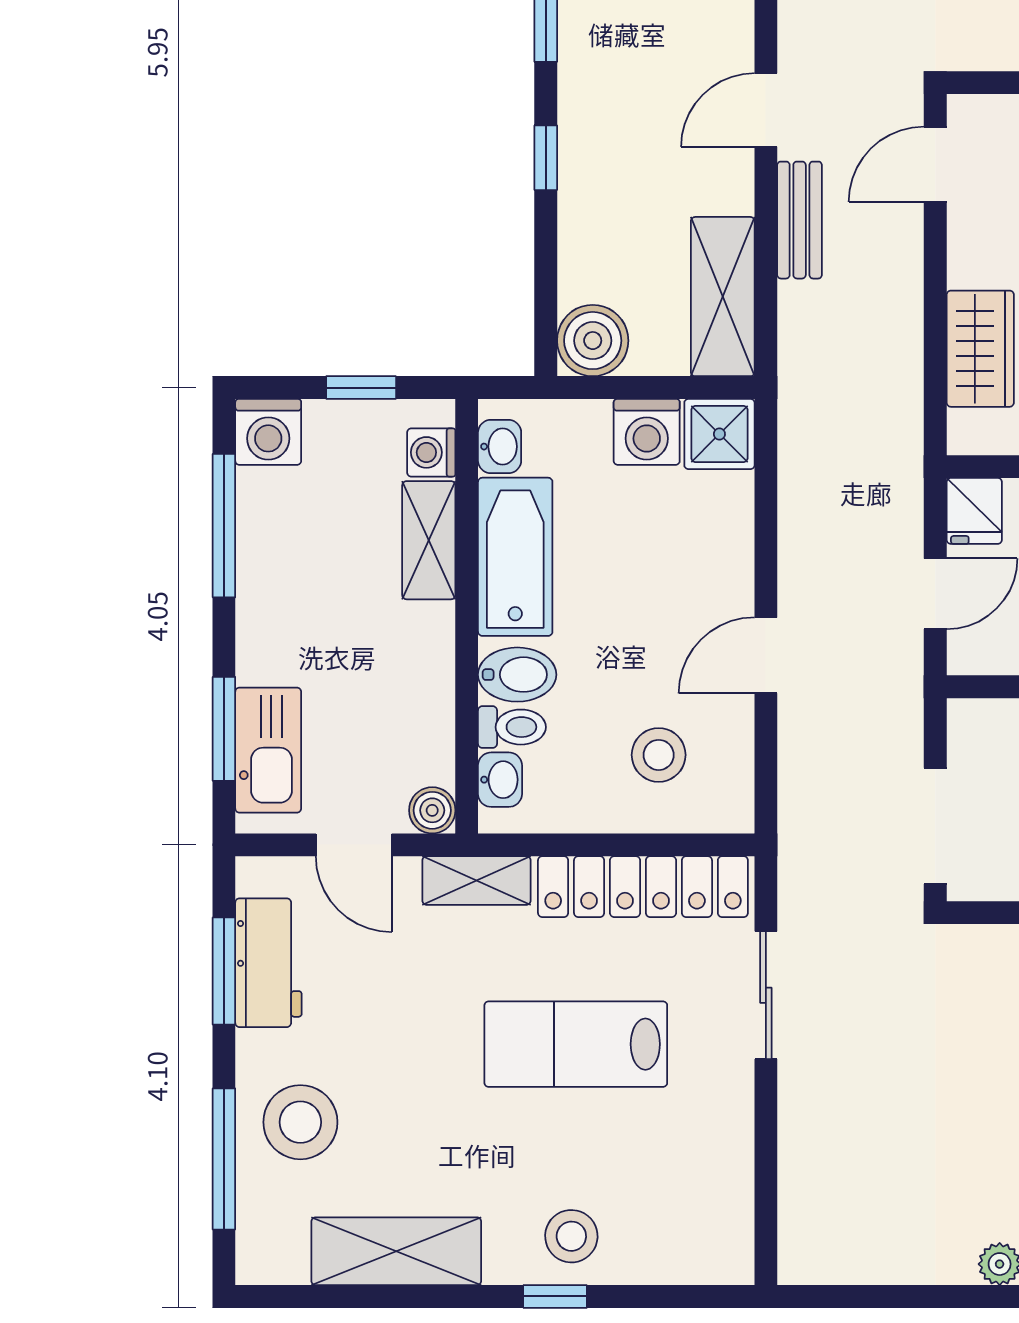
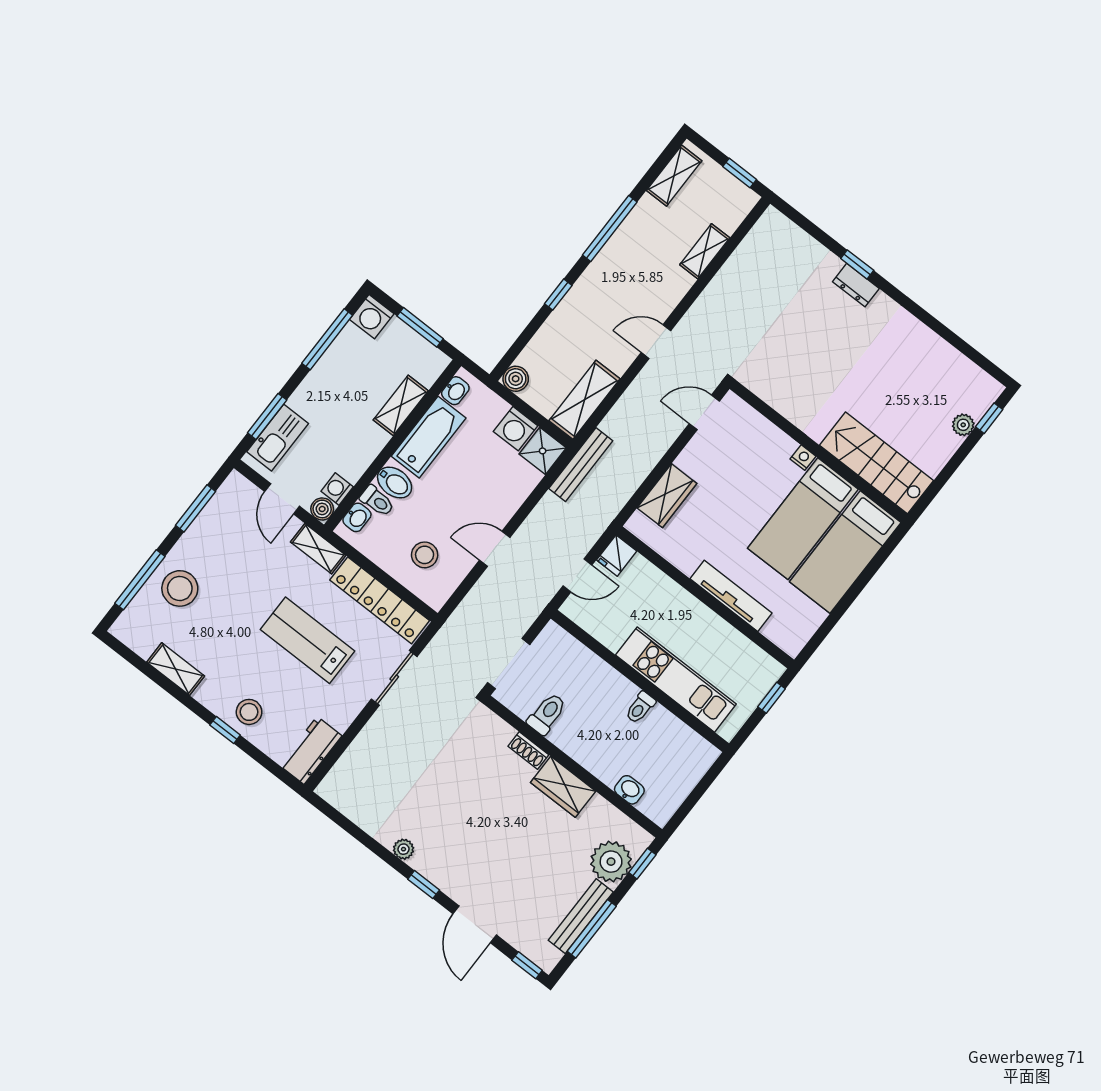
bench: (800, 220) -> (581, 465), moved, width x1.36
boiler: (593, 341) -> (516, 379), width x0.73, depth x0.73
window: (361, 388) -> (420, 327), width x1.50
washing machine: (431, 452) -> (337, 489), moved
workbench: (268, 963) -> (311, 750), moved, turned 180
shelving: (396, 1251) -> (176, 669), width x0.67, depth x0.75

